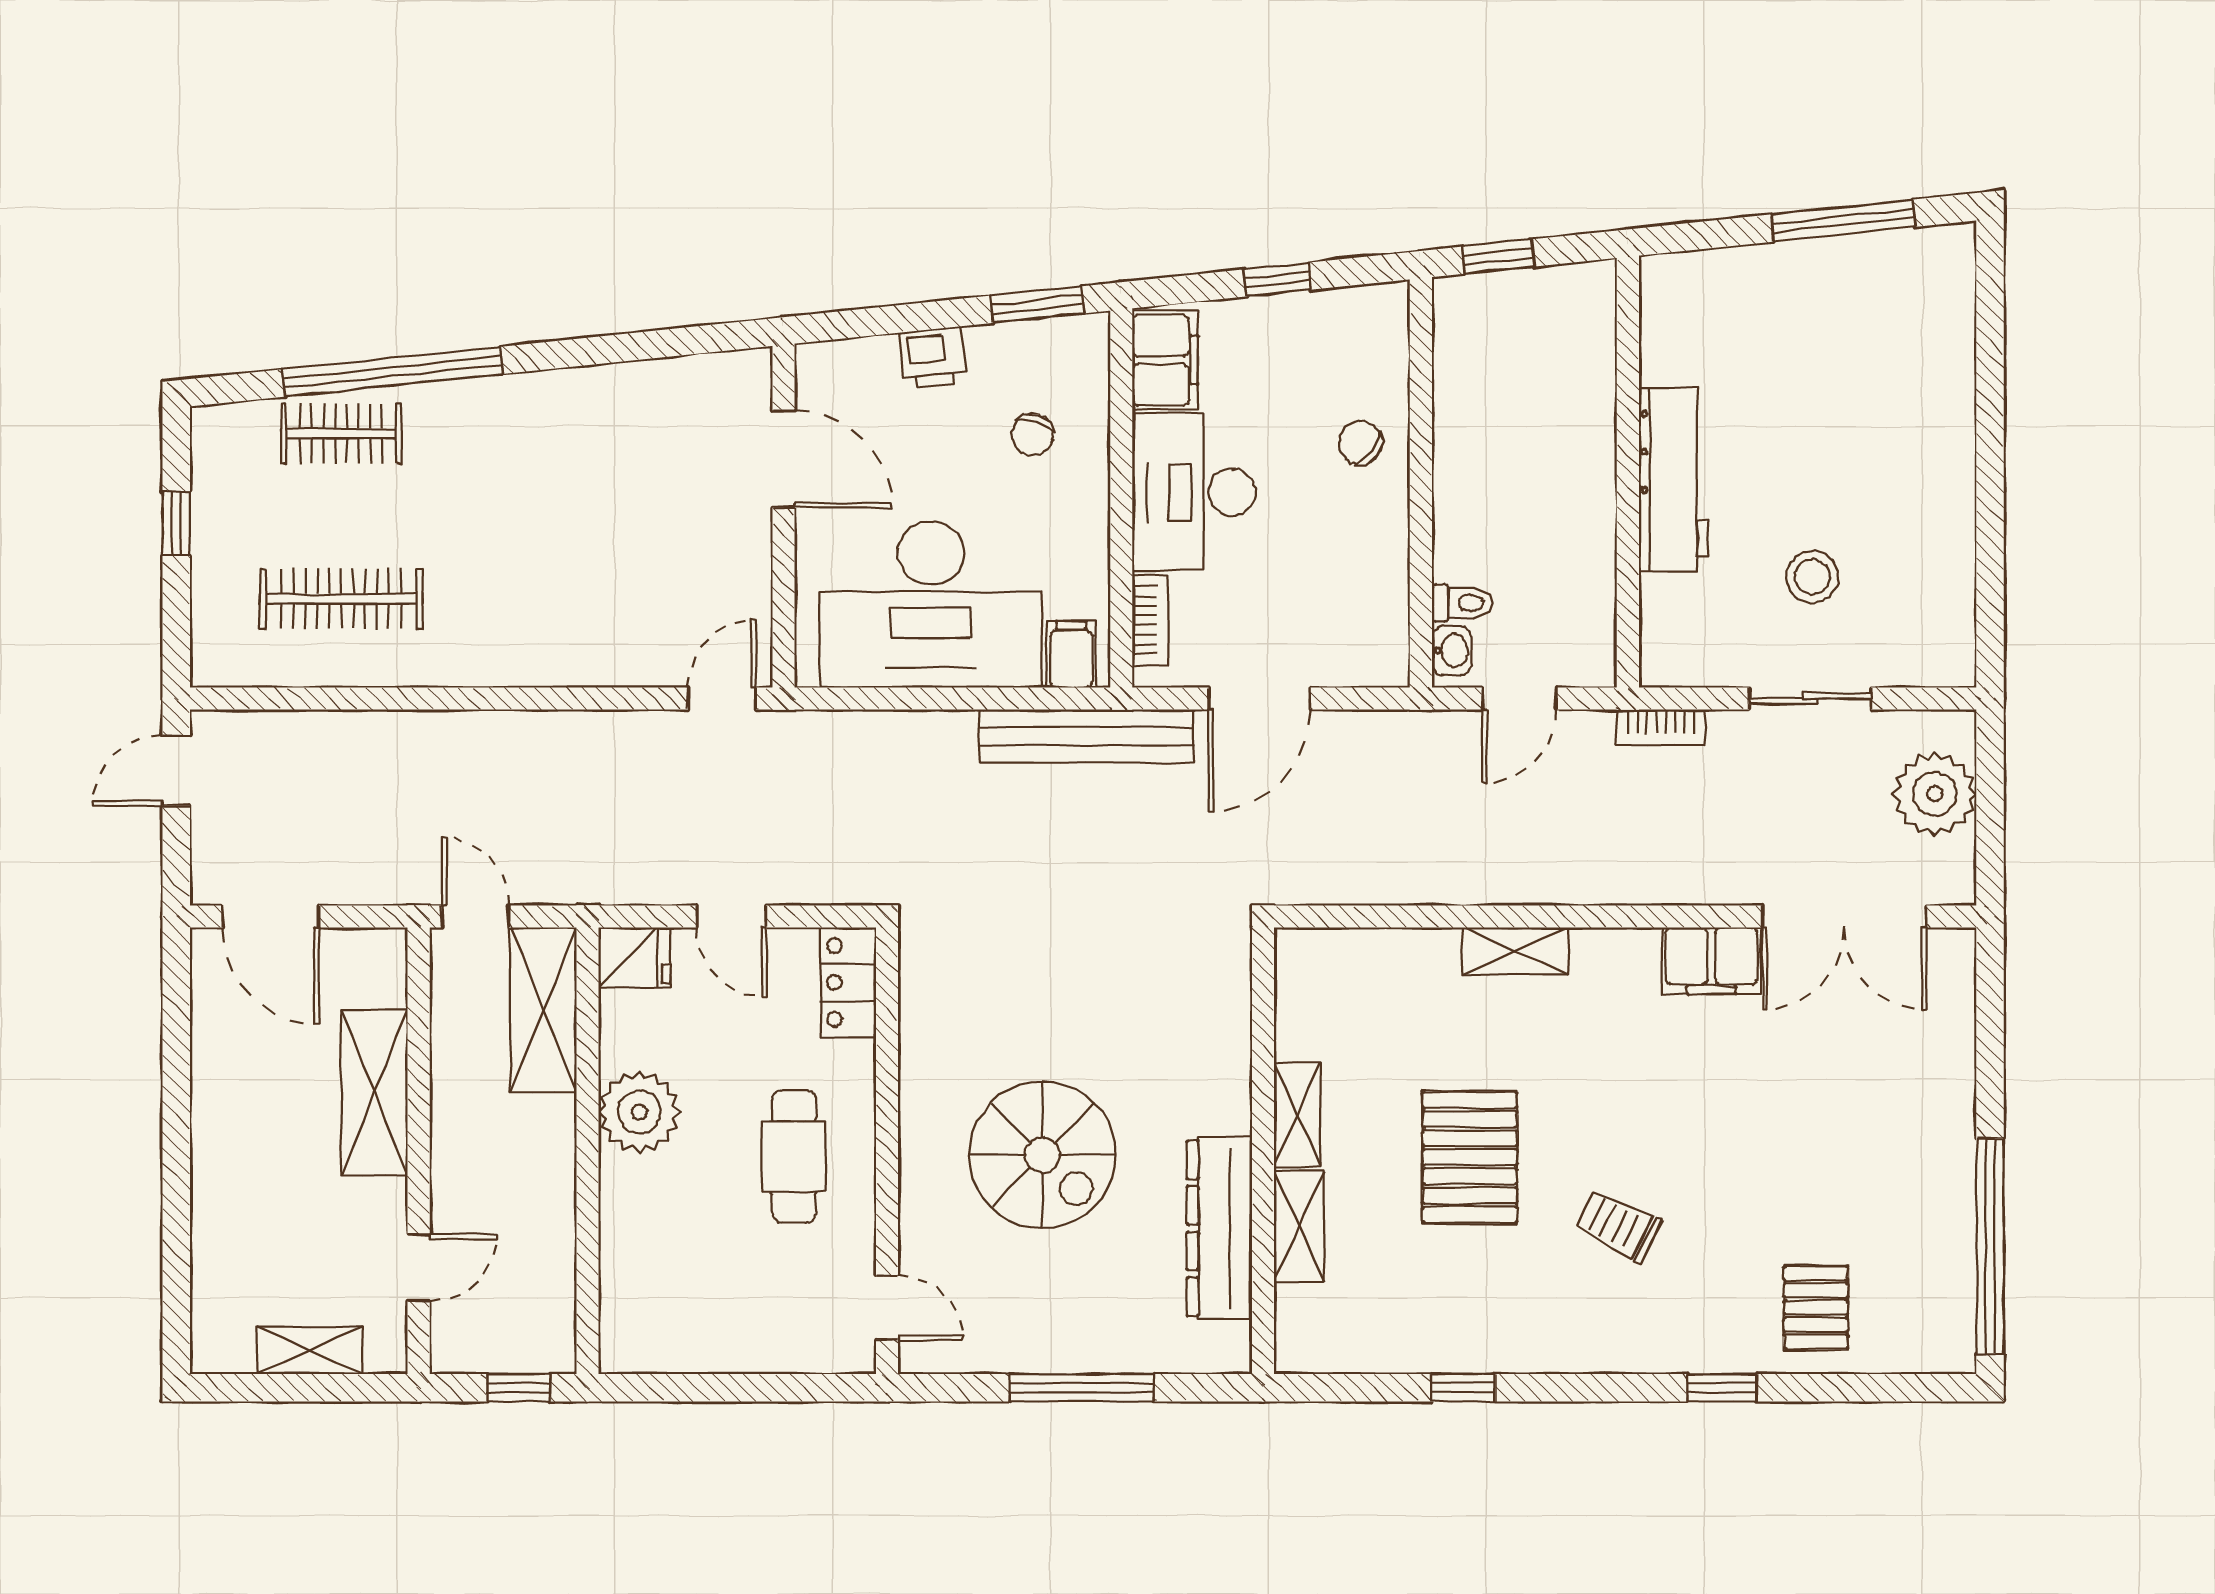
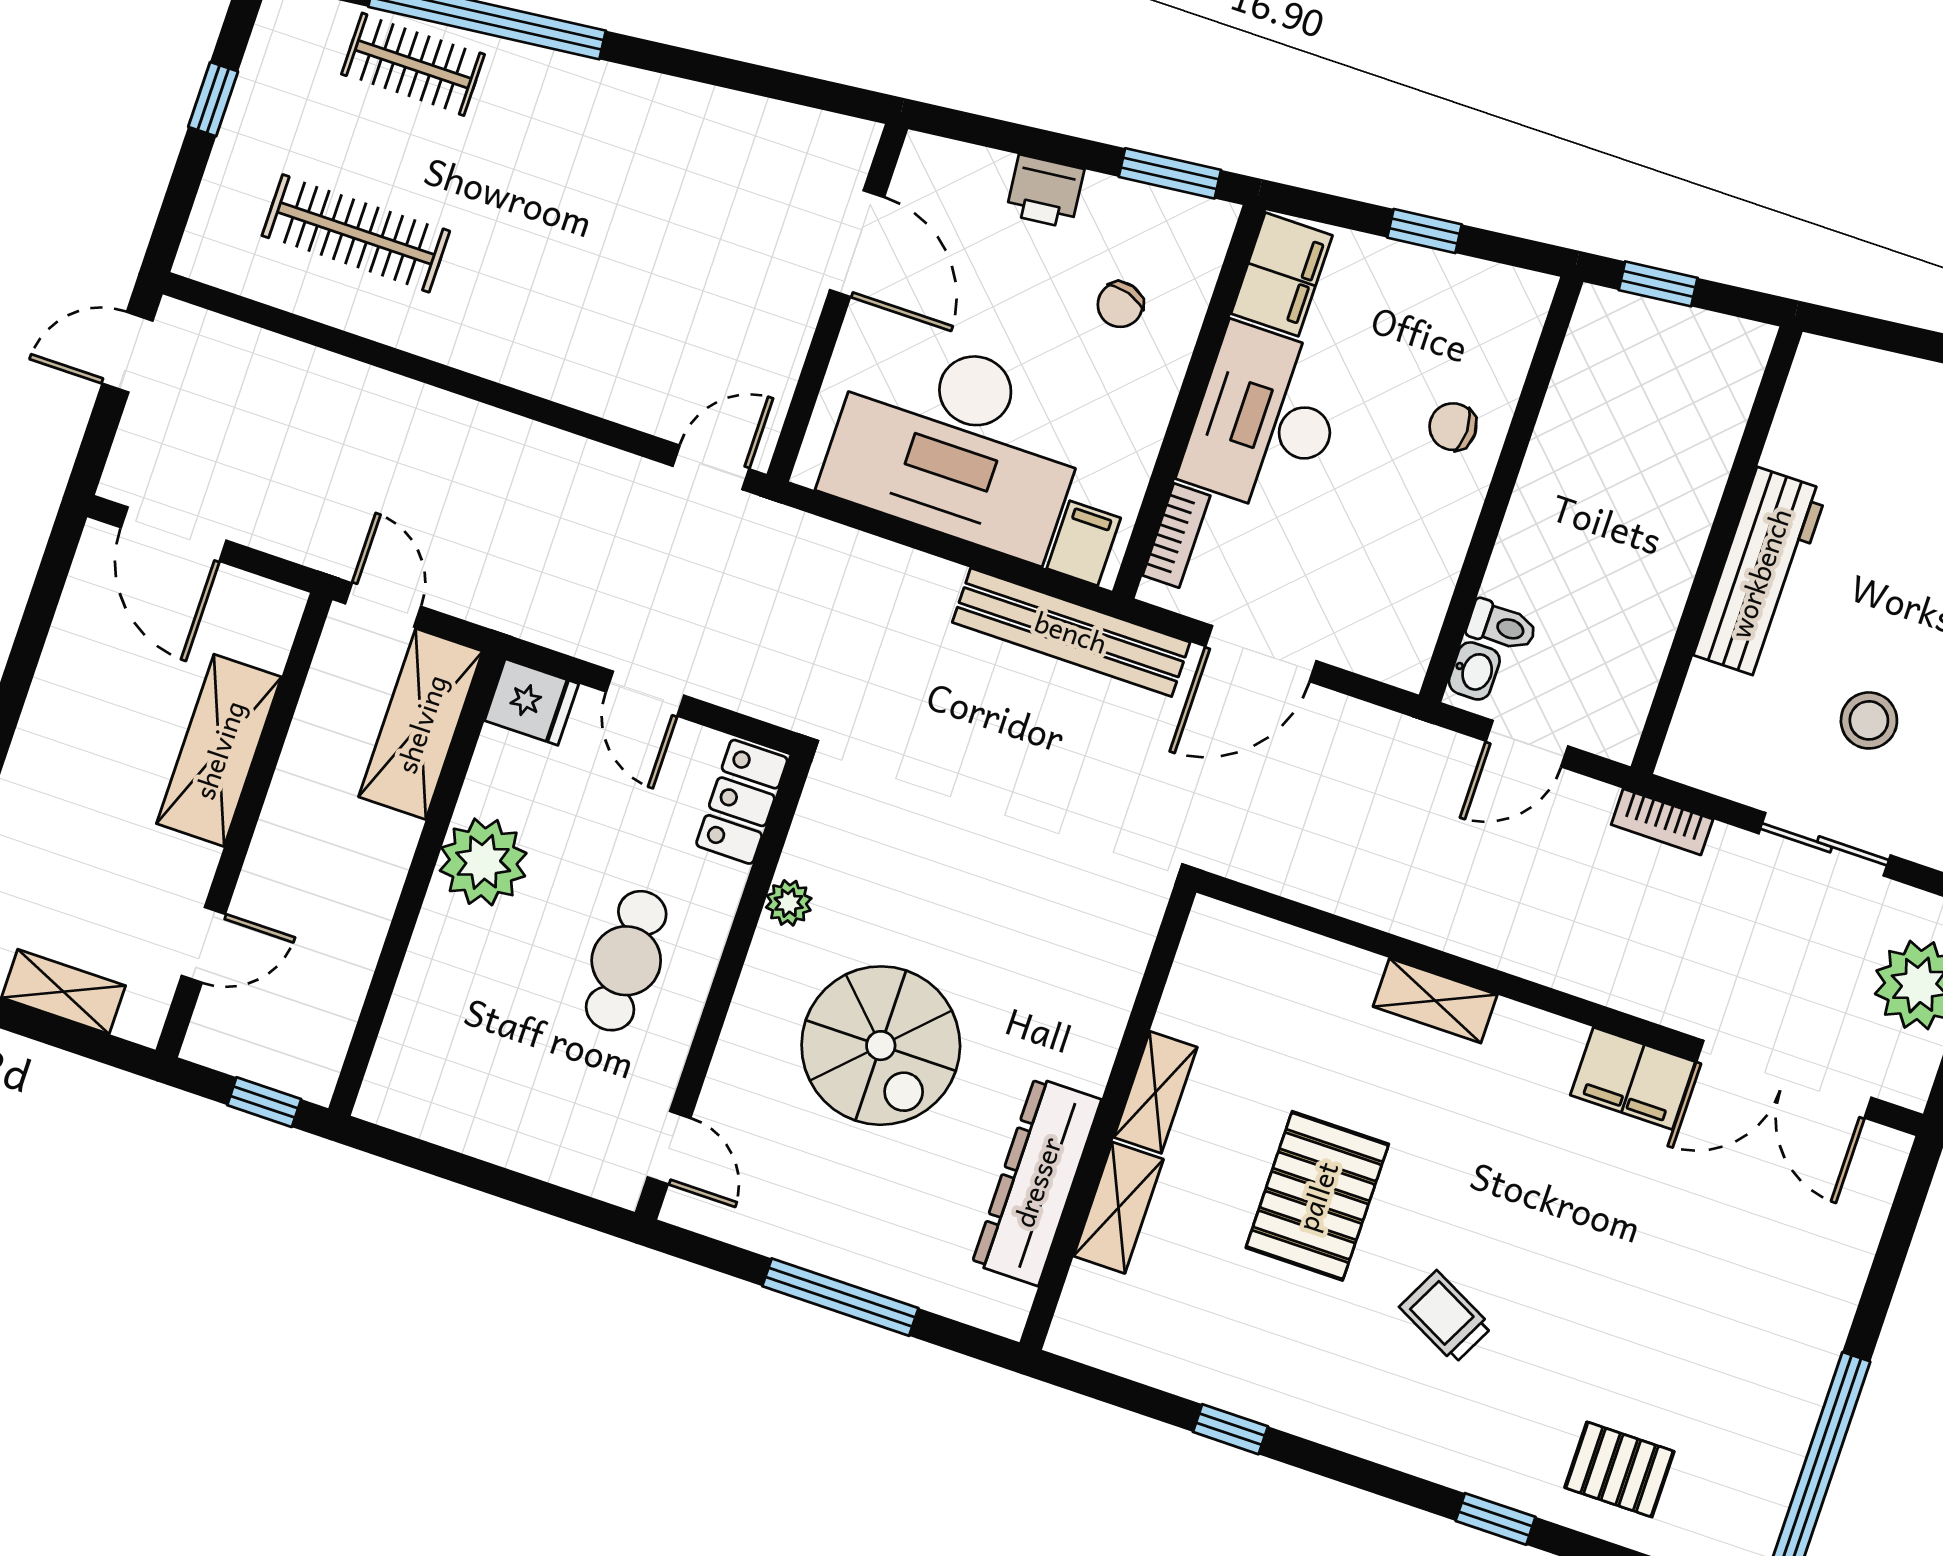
chair: (1360, 443) -> (1453, 427), turned -36
plant: (919, 1057) -> (789, 903), added
pallet: (1816, 1308) -> (1619, 1469), turned 90

